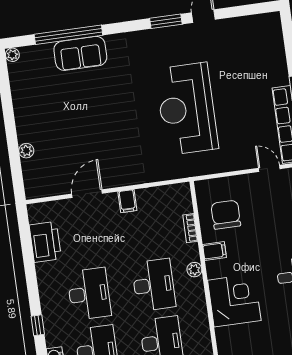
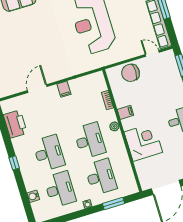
chair: (226, 215) -> (130, 73), moved, turned -90
window: (38, 325) -> (14, 163), moved

